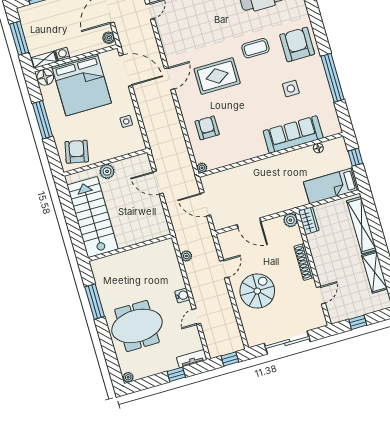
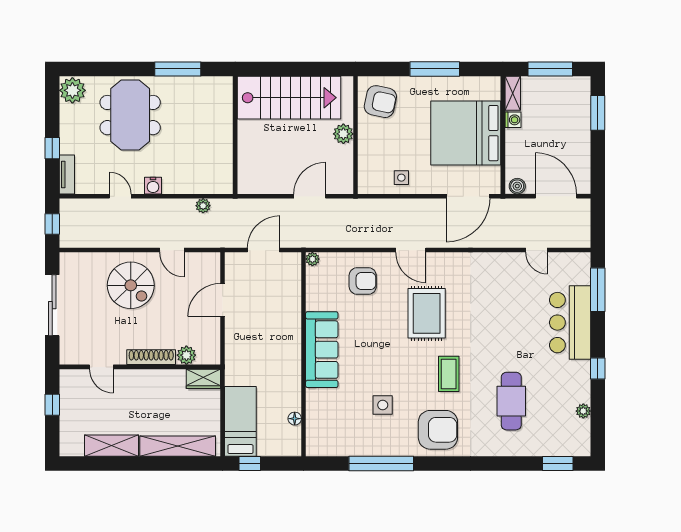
floor lamp: (45, 77) -> (490, 88), removed
door: (169, 79) -> (411, 250), moved
sofa: (293, 135) -> (322, 350), moved
window: (355, 157) -> (250, 464), moved
plant: (290, 220) -> (186, 355), moved
plant: (128, 377) -> (72, 90), width x1.87, depth x1.87

